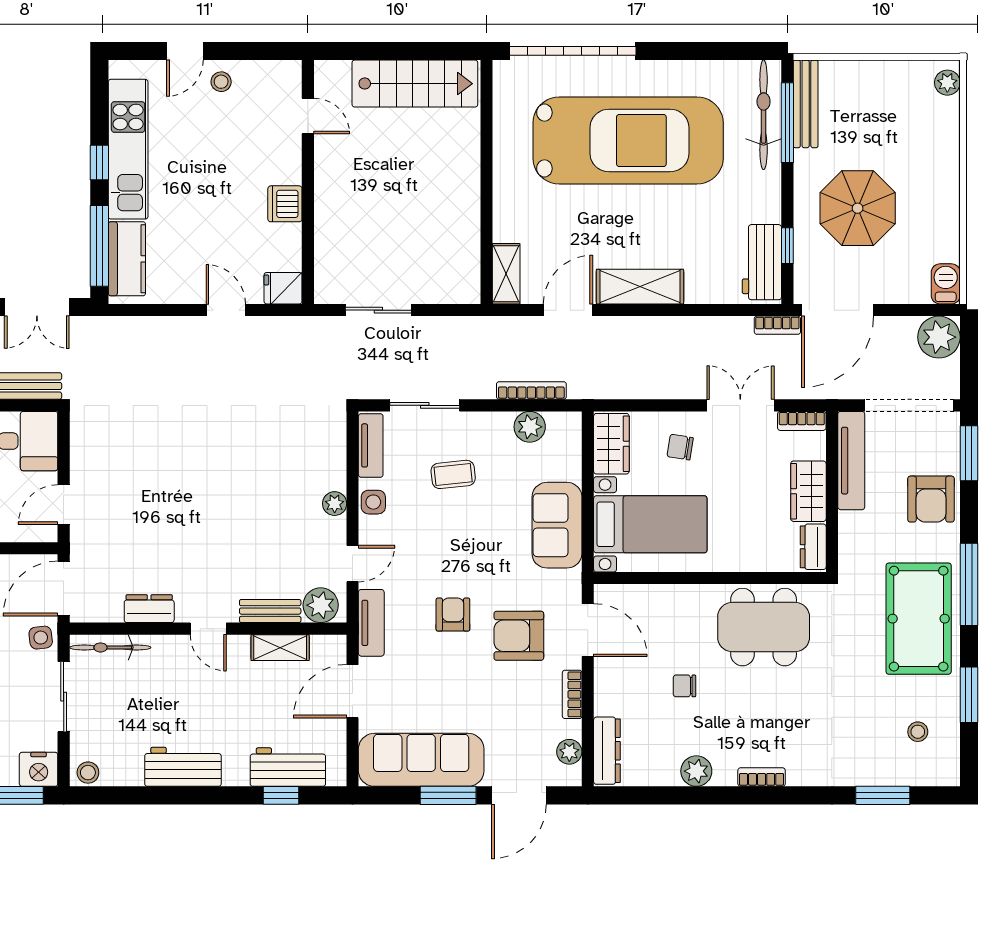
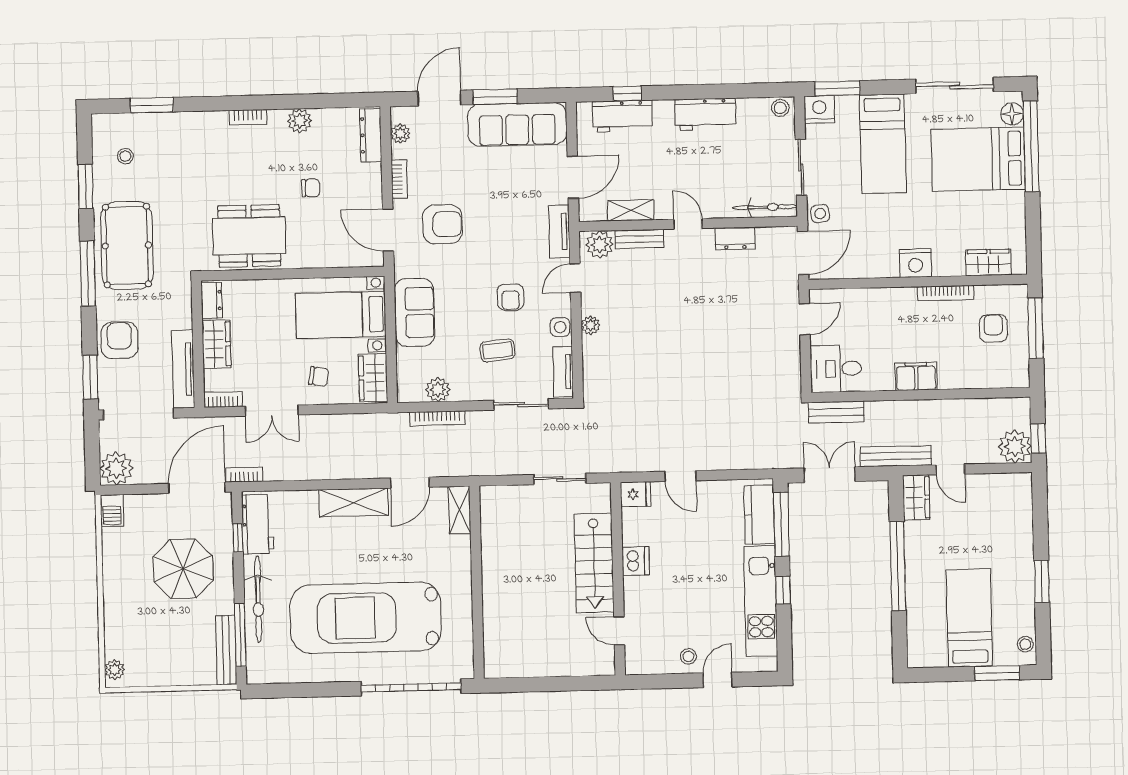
stairs: (415, 84) -> (594, 563), moved, turned -90
bicycle: (764, 115) -> (258, 599), moved
armchair: (453, 615) -> (511, 297), moved

